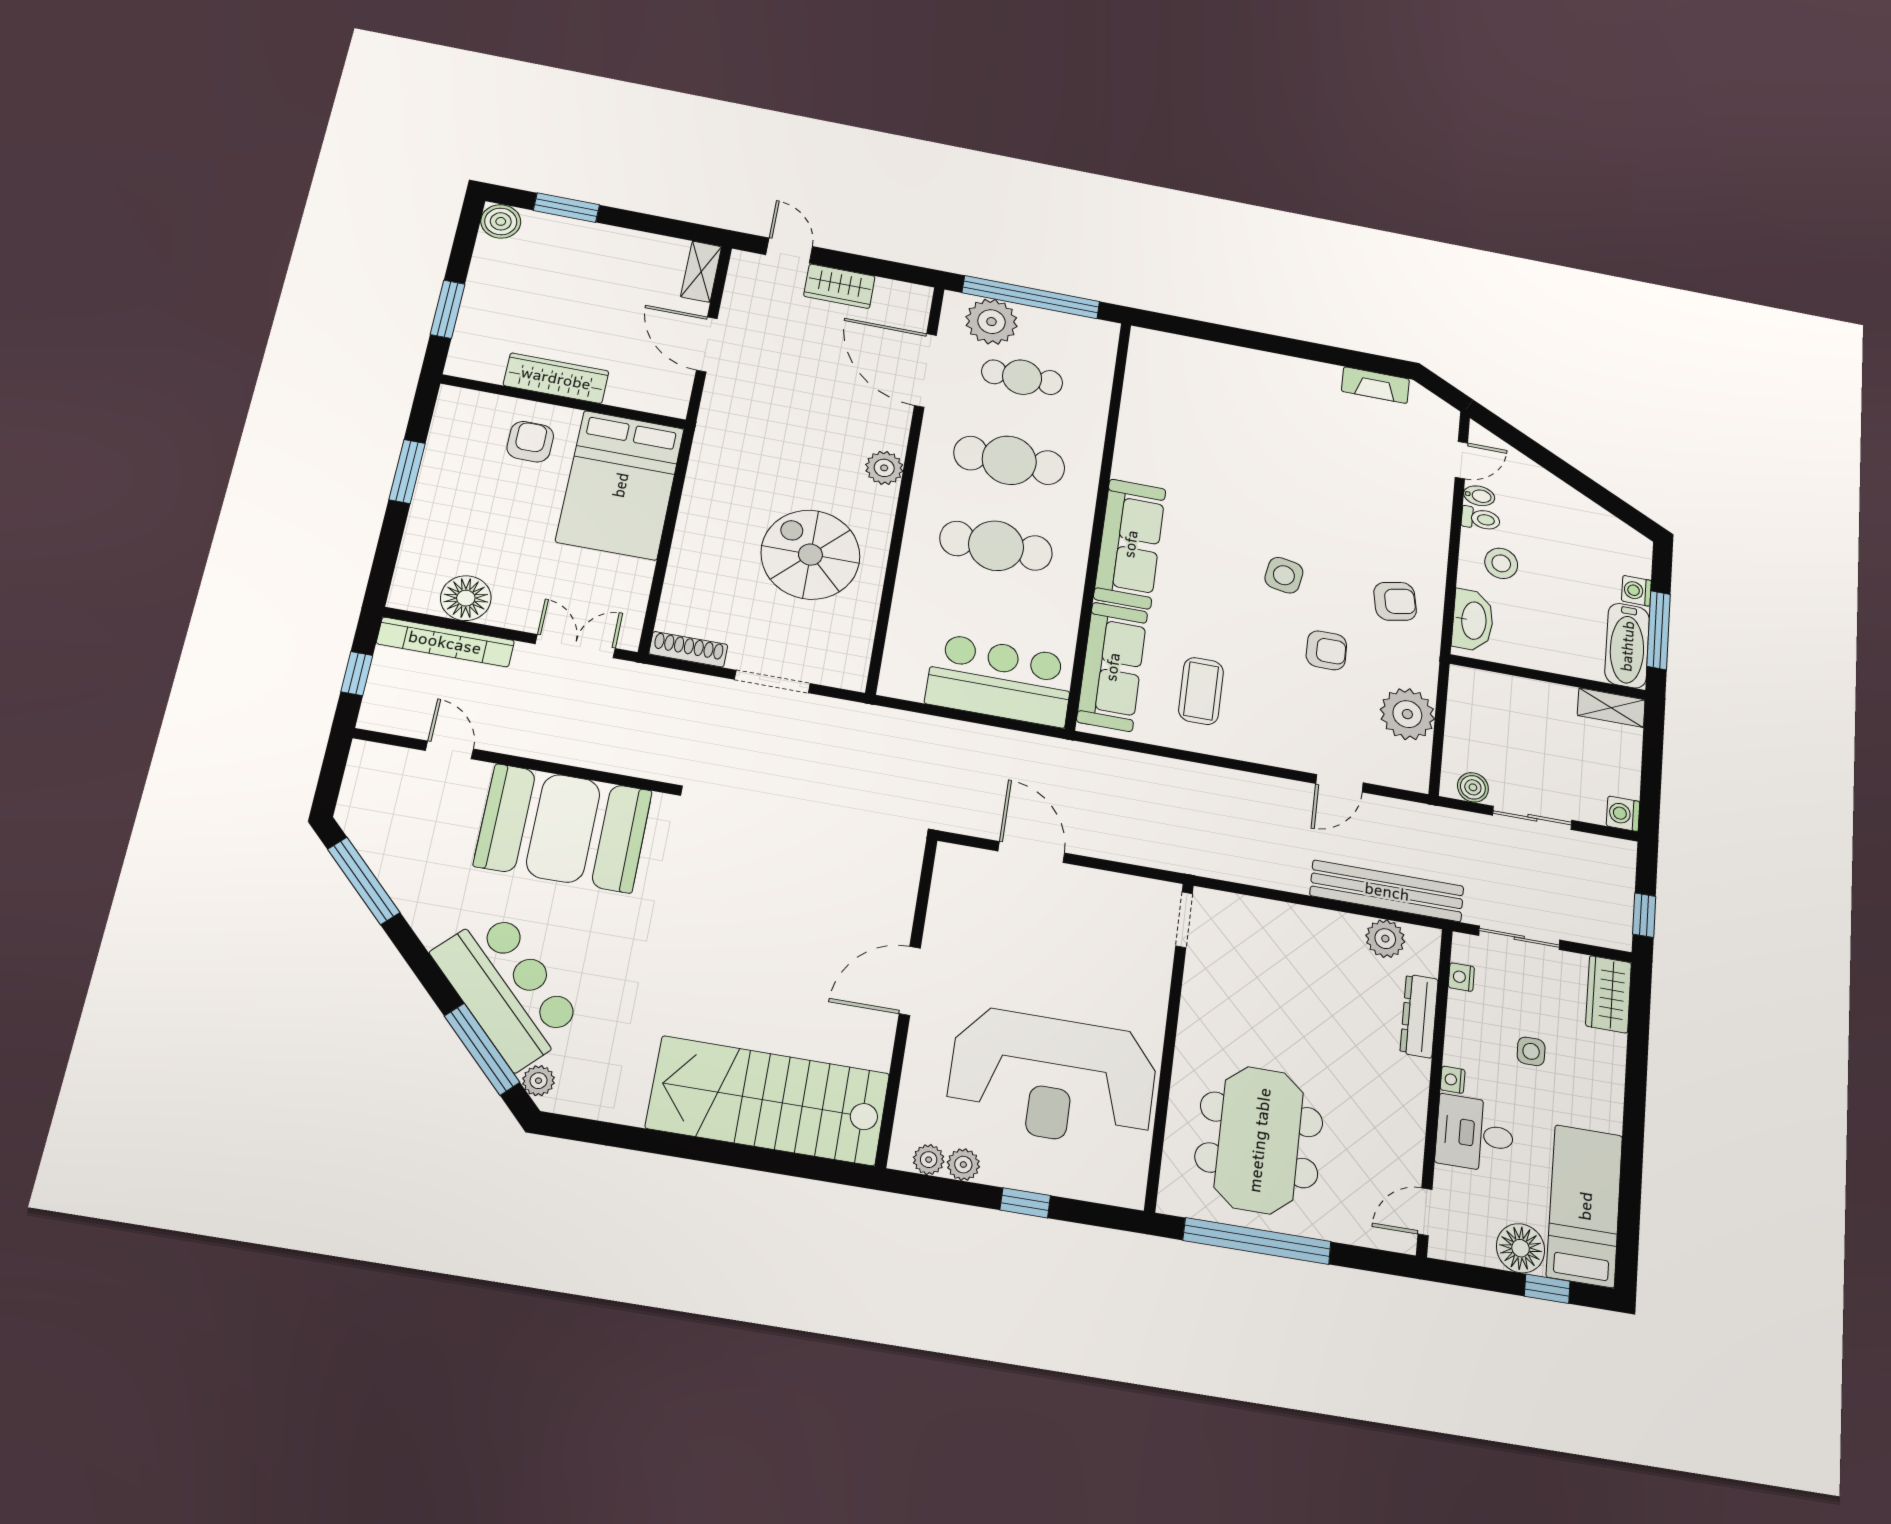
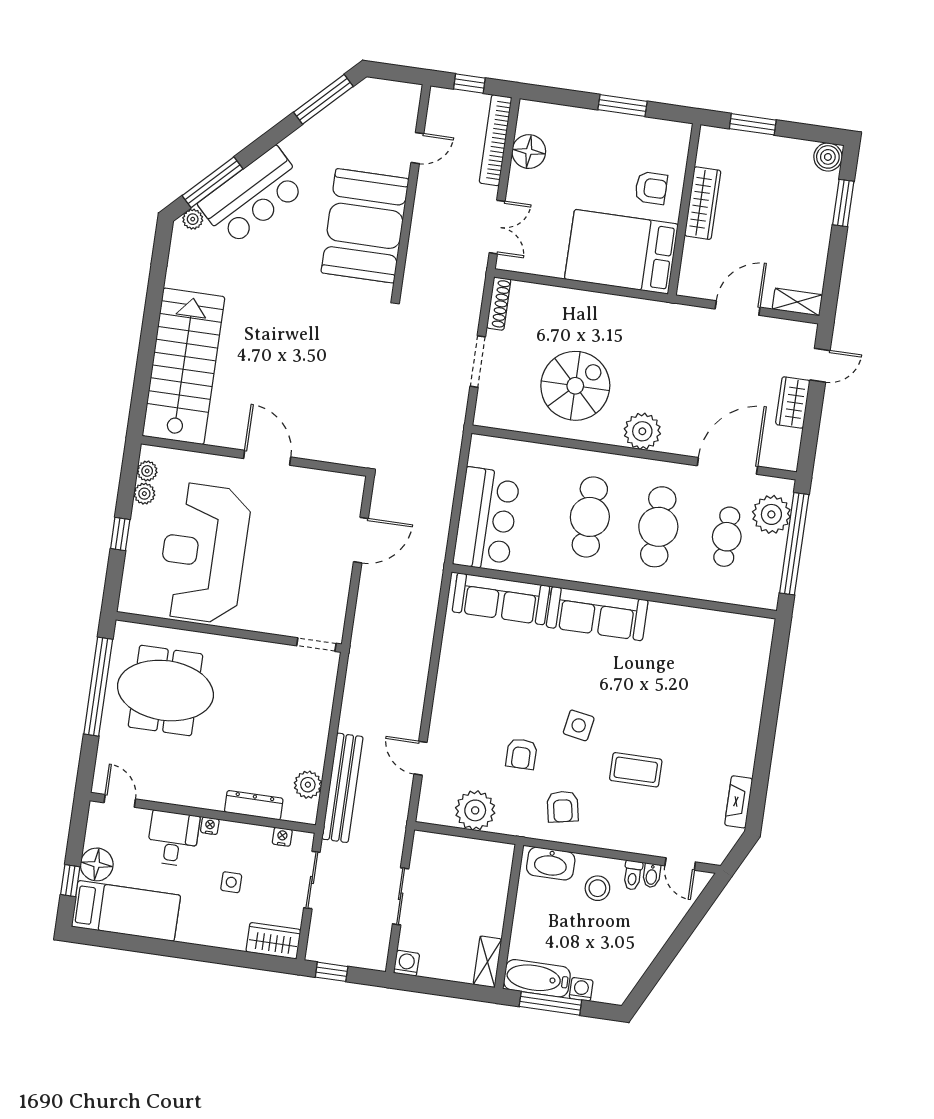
plant: (884, 468) -> (642, 431), width x1.36, depth x1.36
coffee table: (1201, 691) -> (636, 770), moved
boiler: (1473, 787) -> (422, 855), removed

